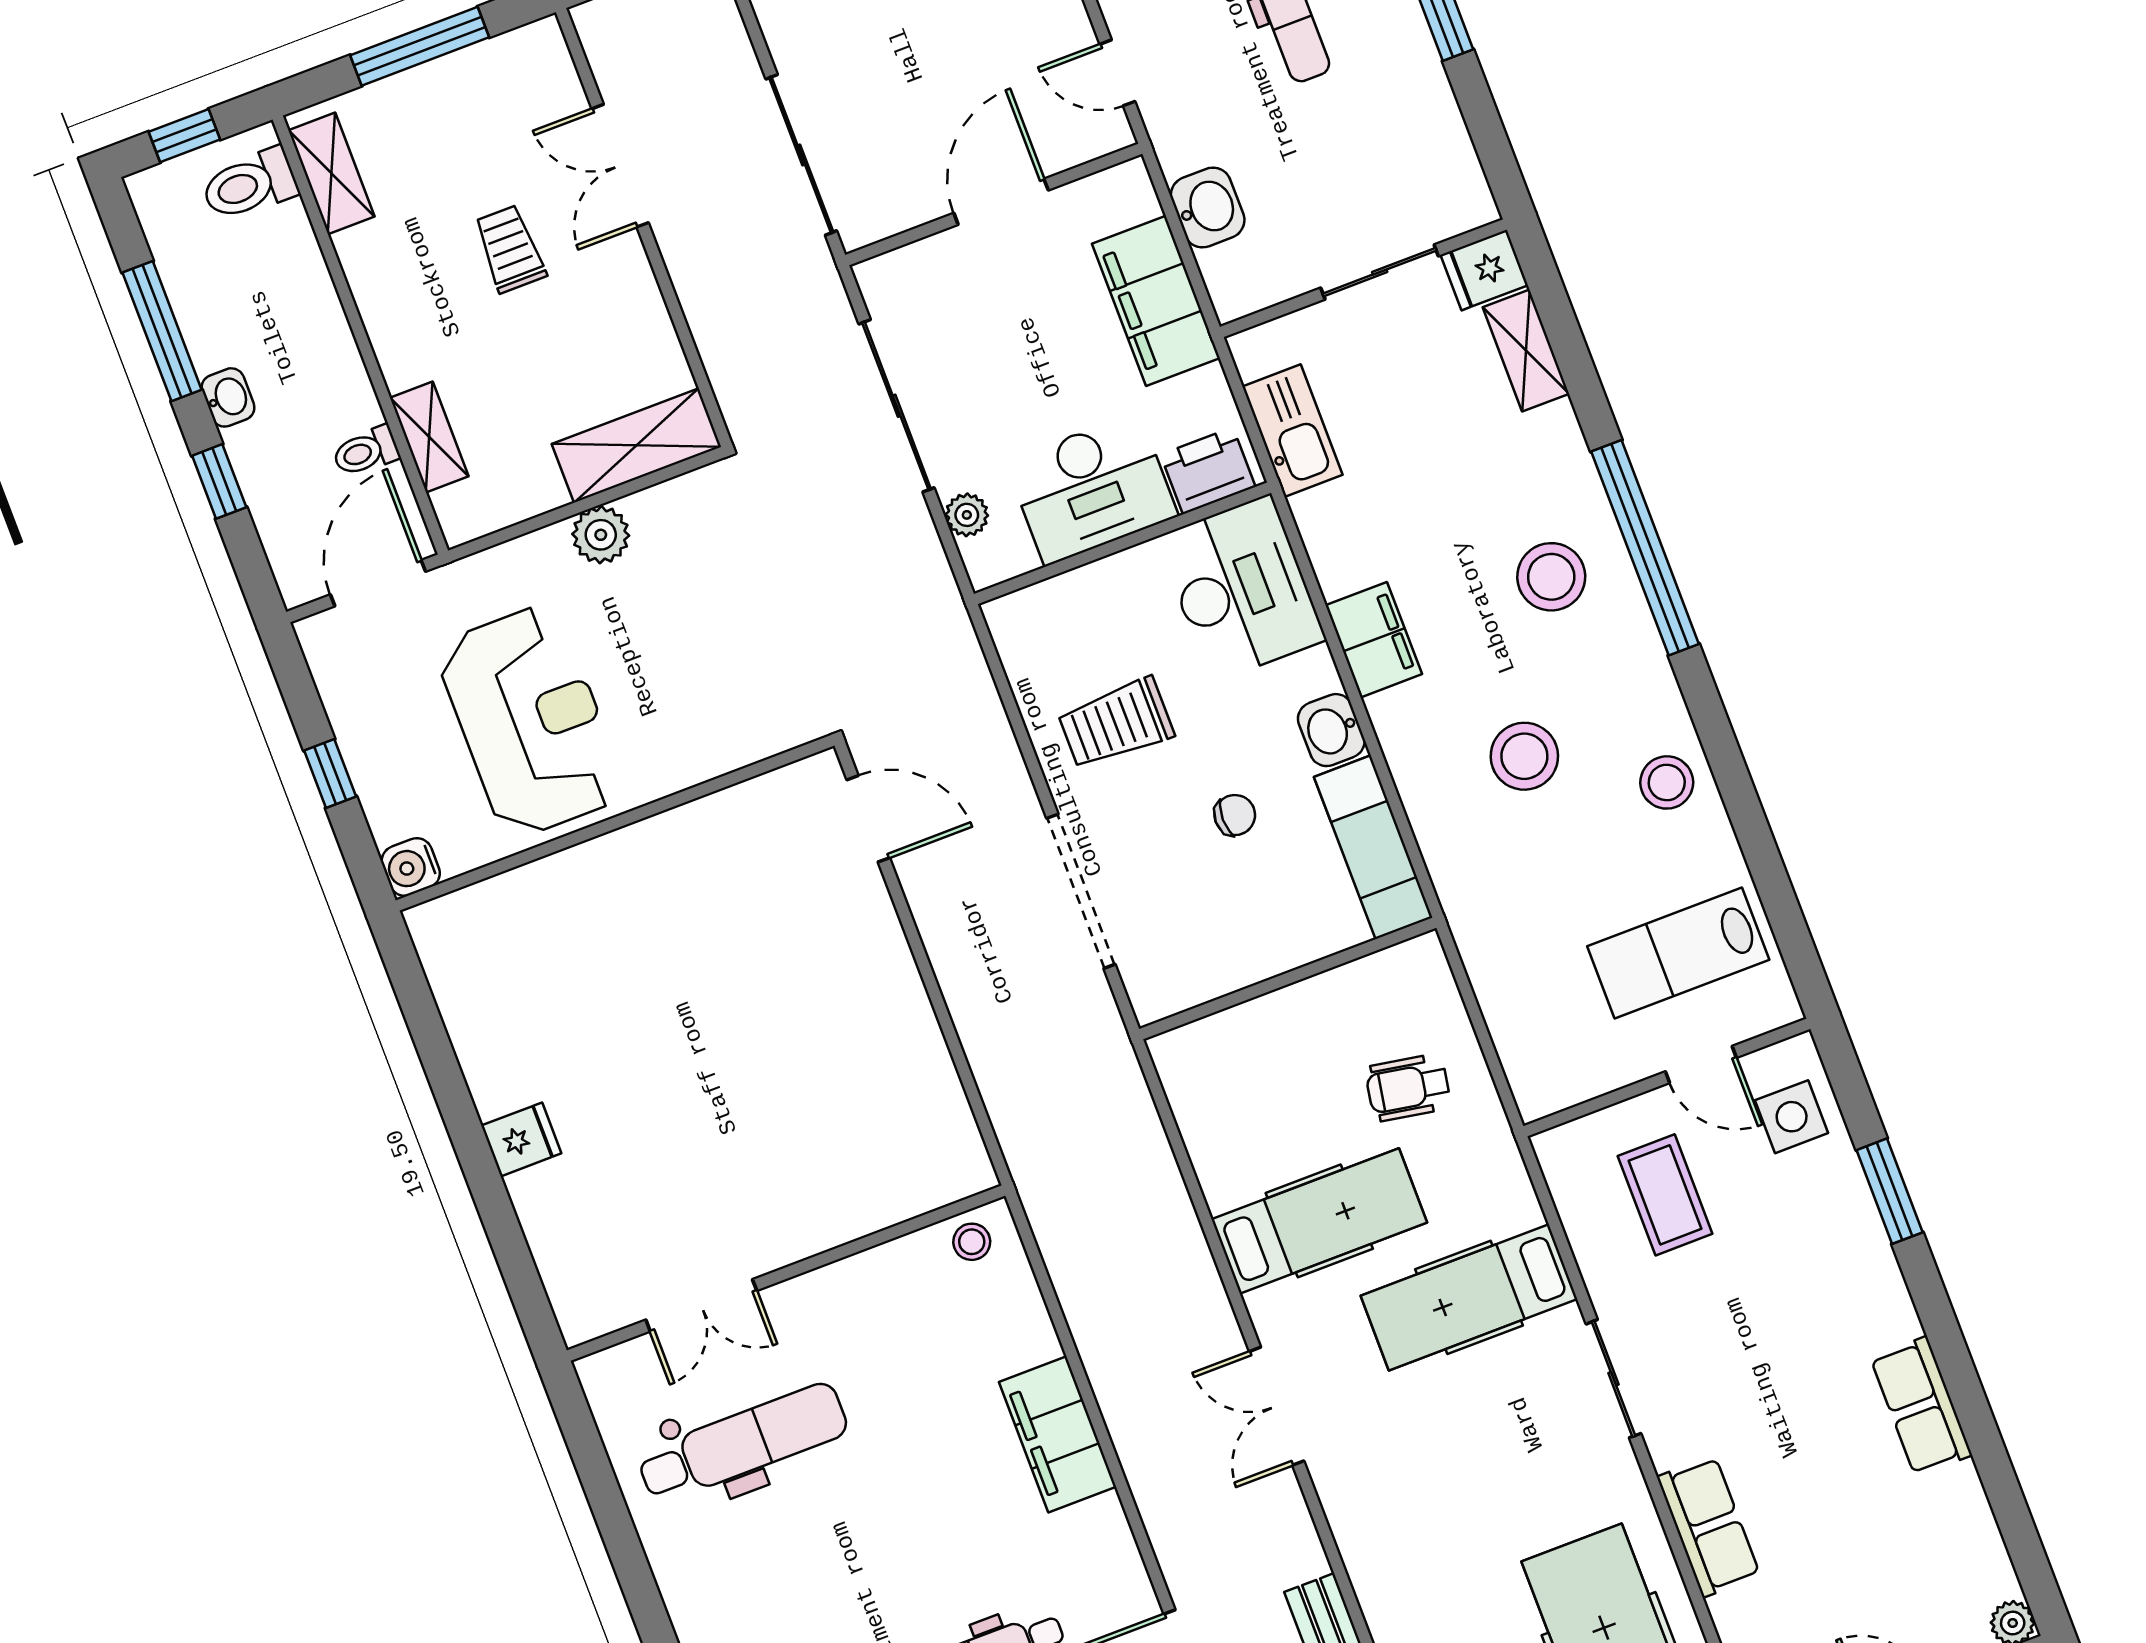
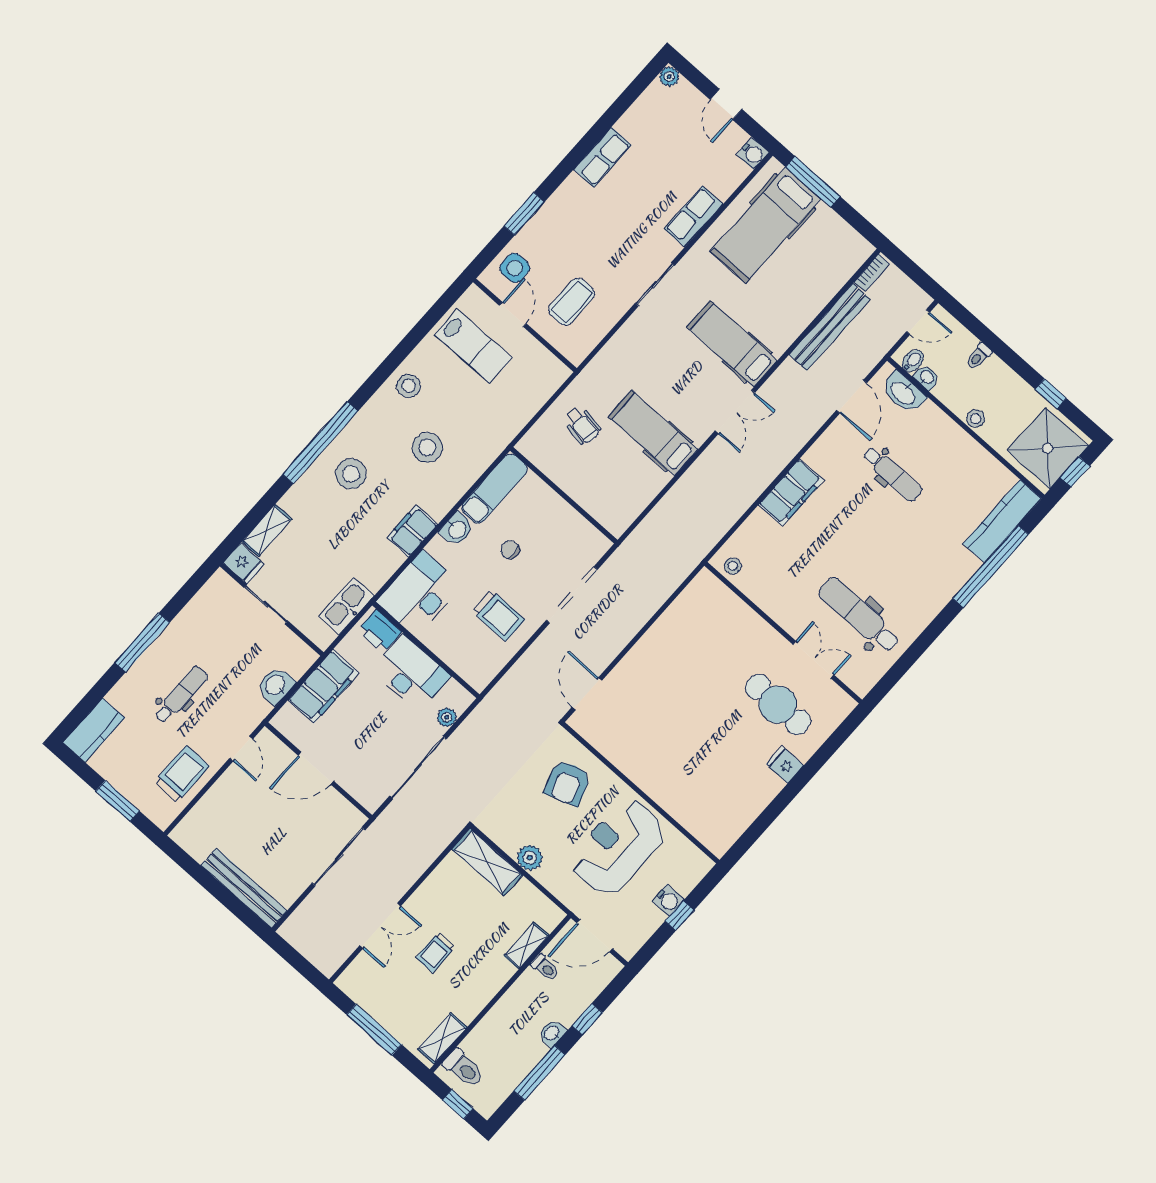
armchair: (710, 688) -> (568, 783), added
water cooler: (411, 867) -> (668, 900), moved
cafe table: (649, 1188) -> (778, 705), added
hospital bed: (1469, 1297) -> (732, 344), moved, turned 180

